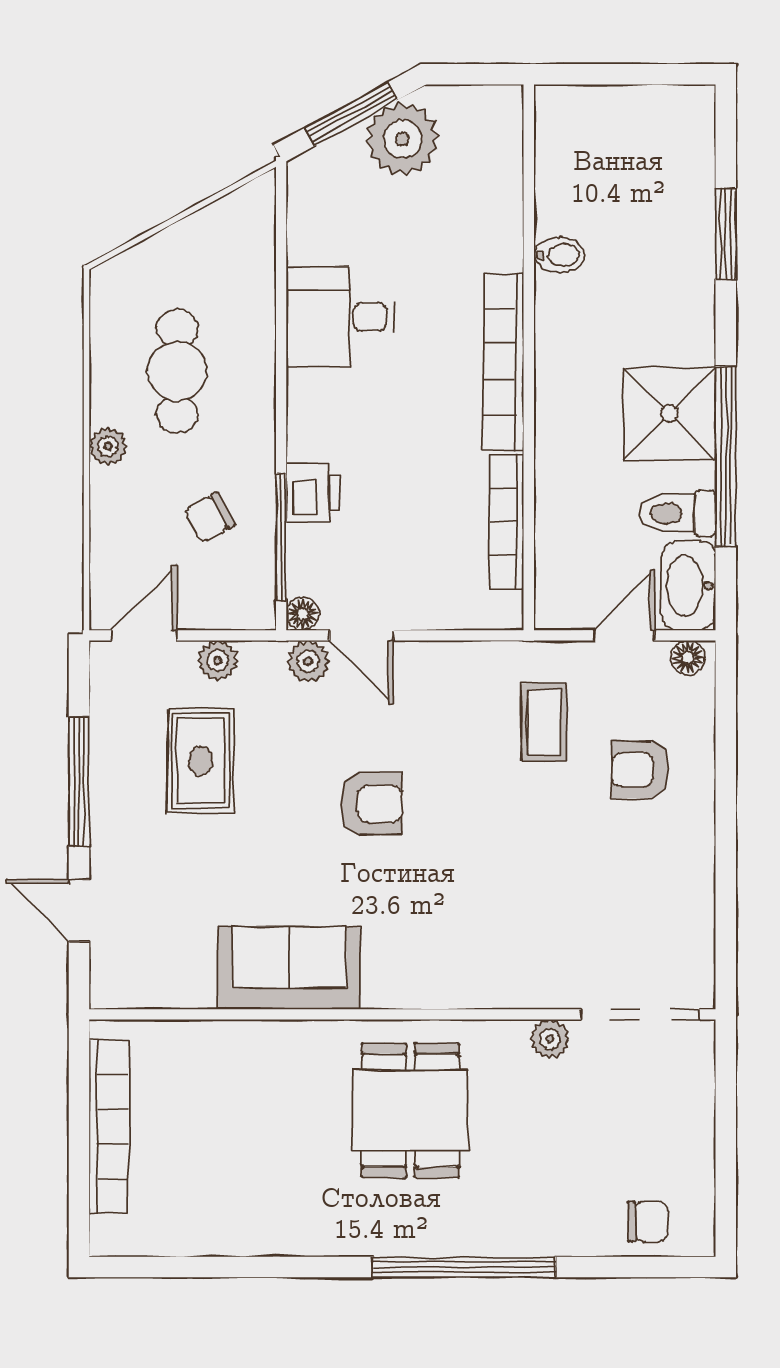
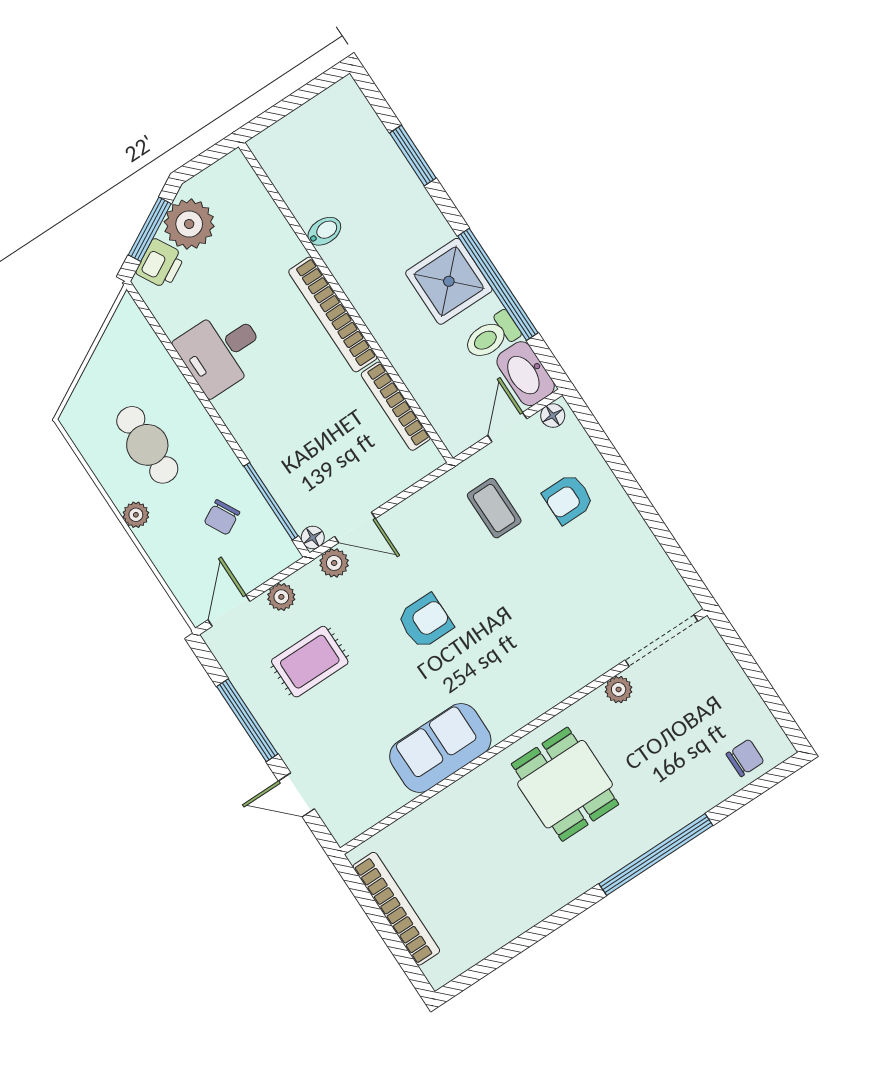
printer: (313, 493) -> (160, 264), moved, turned 61
rug: (201, 761) -> (310, 662), turned 90

